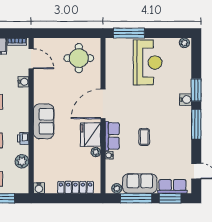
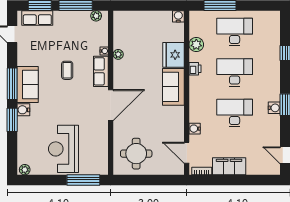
fridge: (91, 135) -> (173, 55), moved, turned 180
sofa: (140, 184) -> (28, 85), moved, turned -90
locker: (76, 187) -> (140, 17), removed

